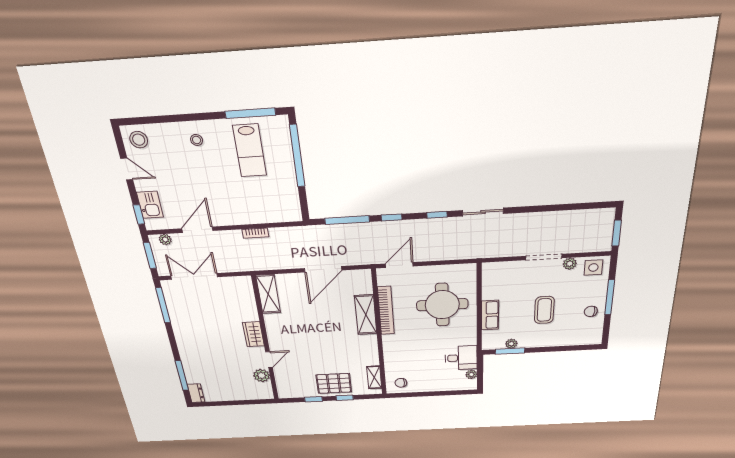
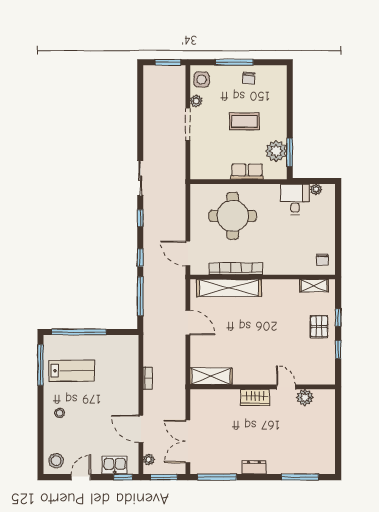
door: (323, 269) -> (188, 323), width x0.73
shelving: (366, 315) -> (229, 288), width x1.47
plant: (511, 344) -> (276, 151), width x1.88, depth x1.88
pallet: (334, 383) -> (319, 327), width x0.67, depth x0.71
dresser: (196, 393) -> (254, 467), moved

